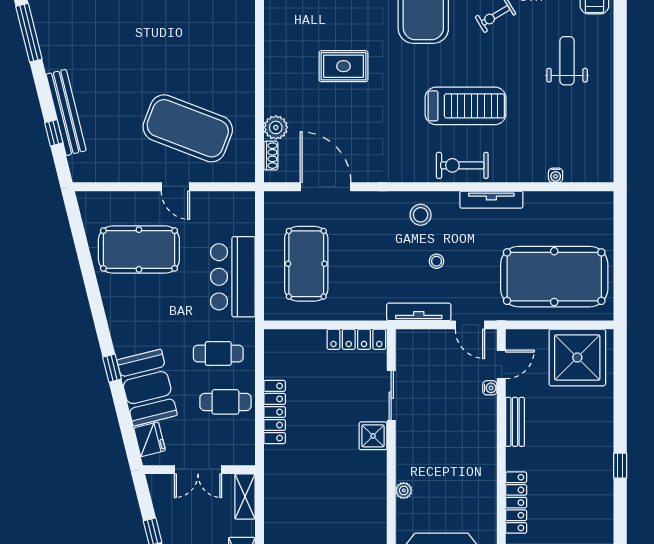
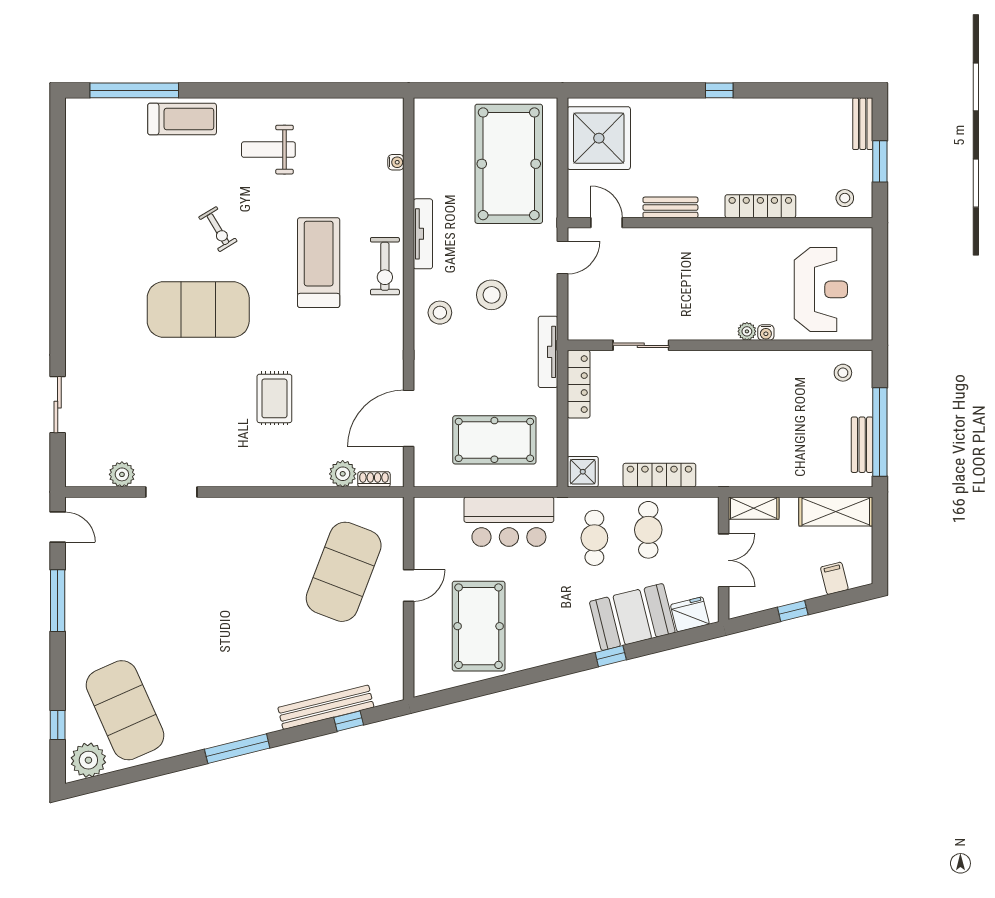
stool: (436, 261) -> (492, 295), width x1.89, depth x1.89
tv unit: (419, 312) -> (548, 352), moved
water cooler: (490, 388) -> (766, 333), moved, turned 180
shower: (373, 436) -> (583, 472), moved

